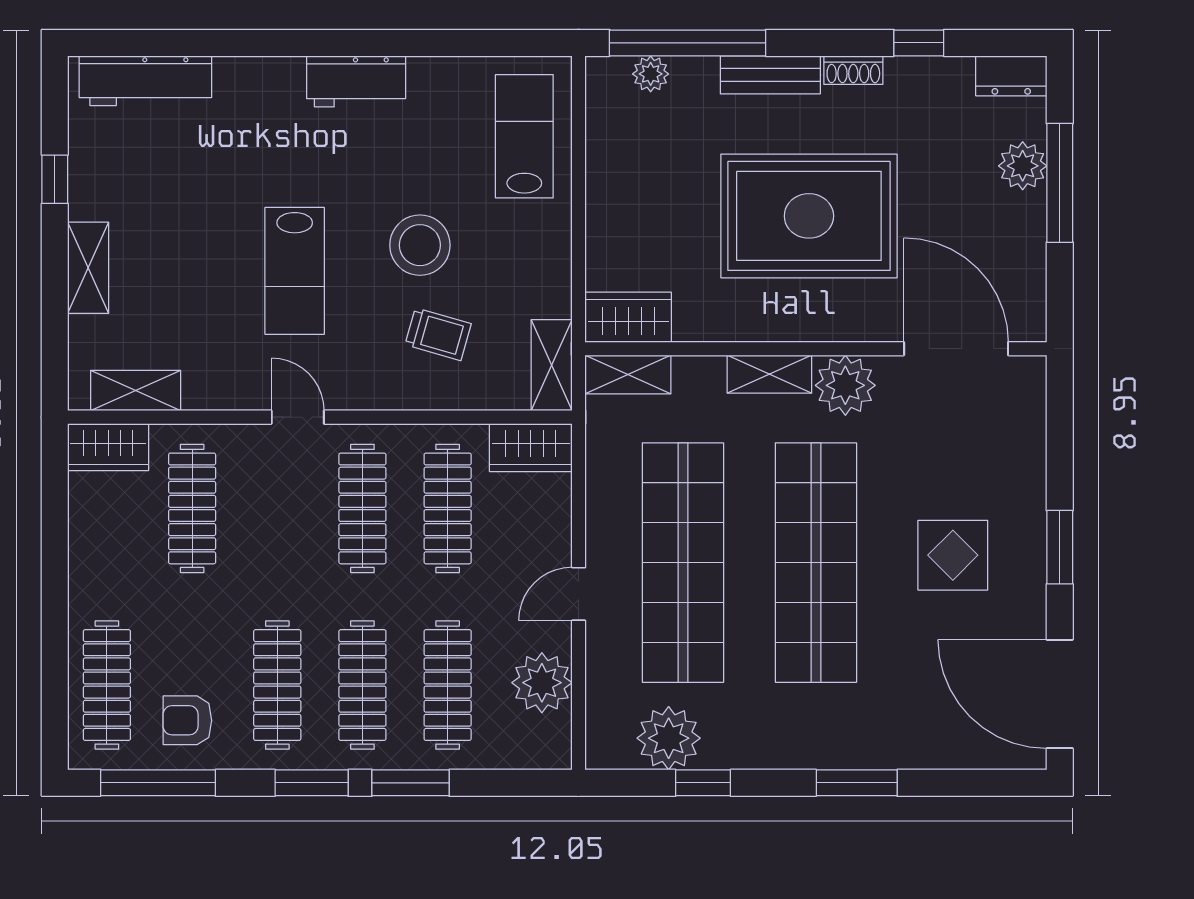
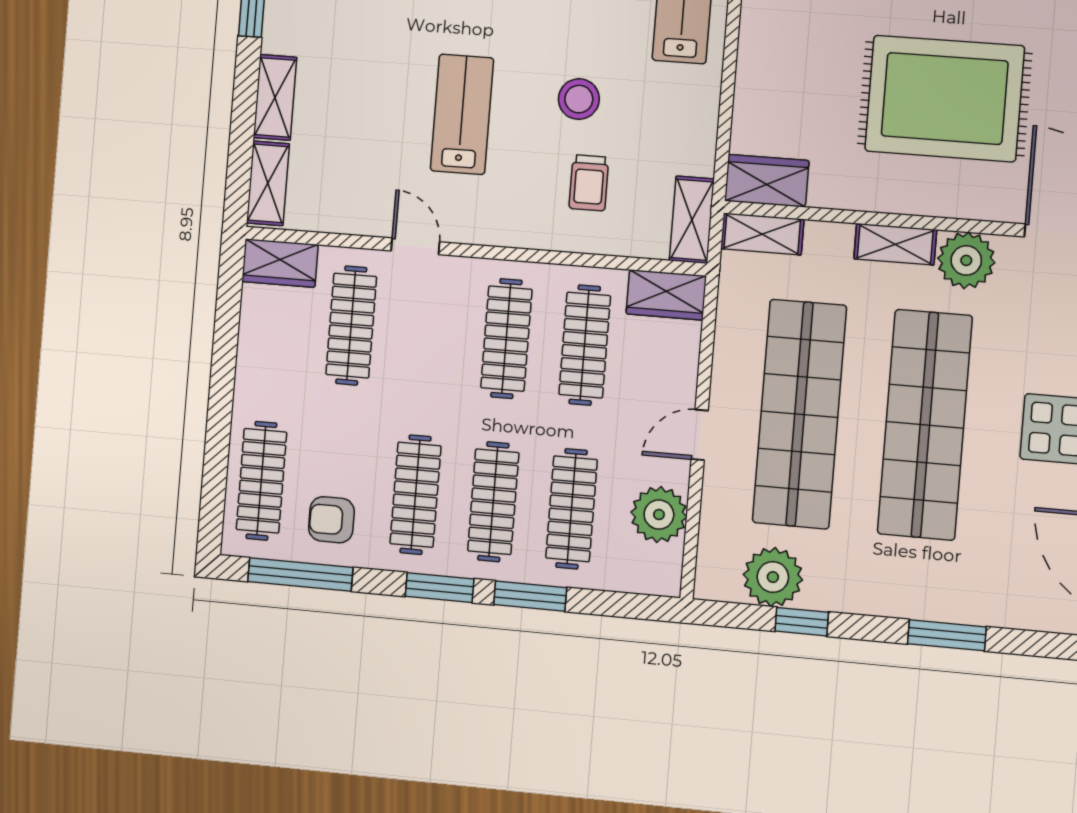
stool: (420, 245) -> (579, 99), width x0.73, depth x0.73
lab bench: (295, 271) -> (462, 114), turned 180
trolley: (438, 334) -> (589, 183), turned 74
shelving: (136, 390) -> (268, 183), moved, turned 90
door: (298, 417) -> (415, 246), moved

